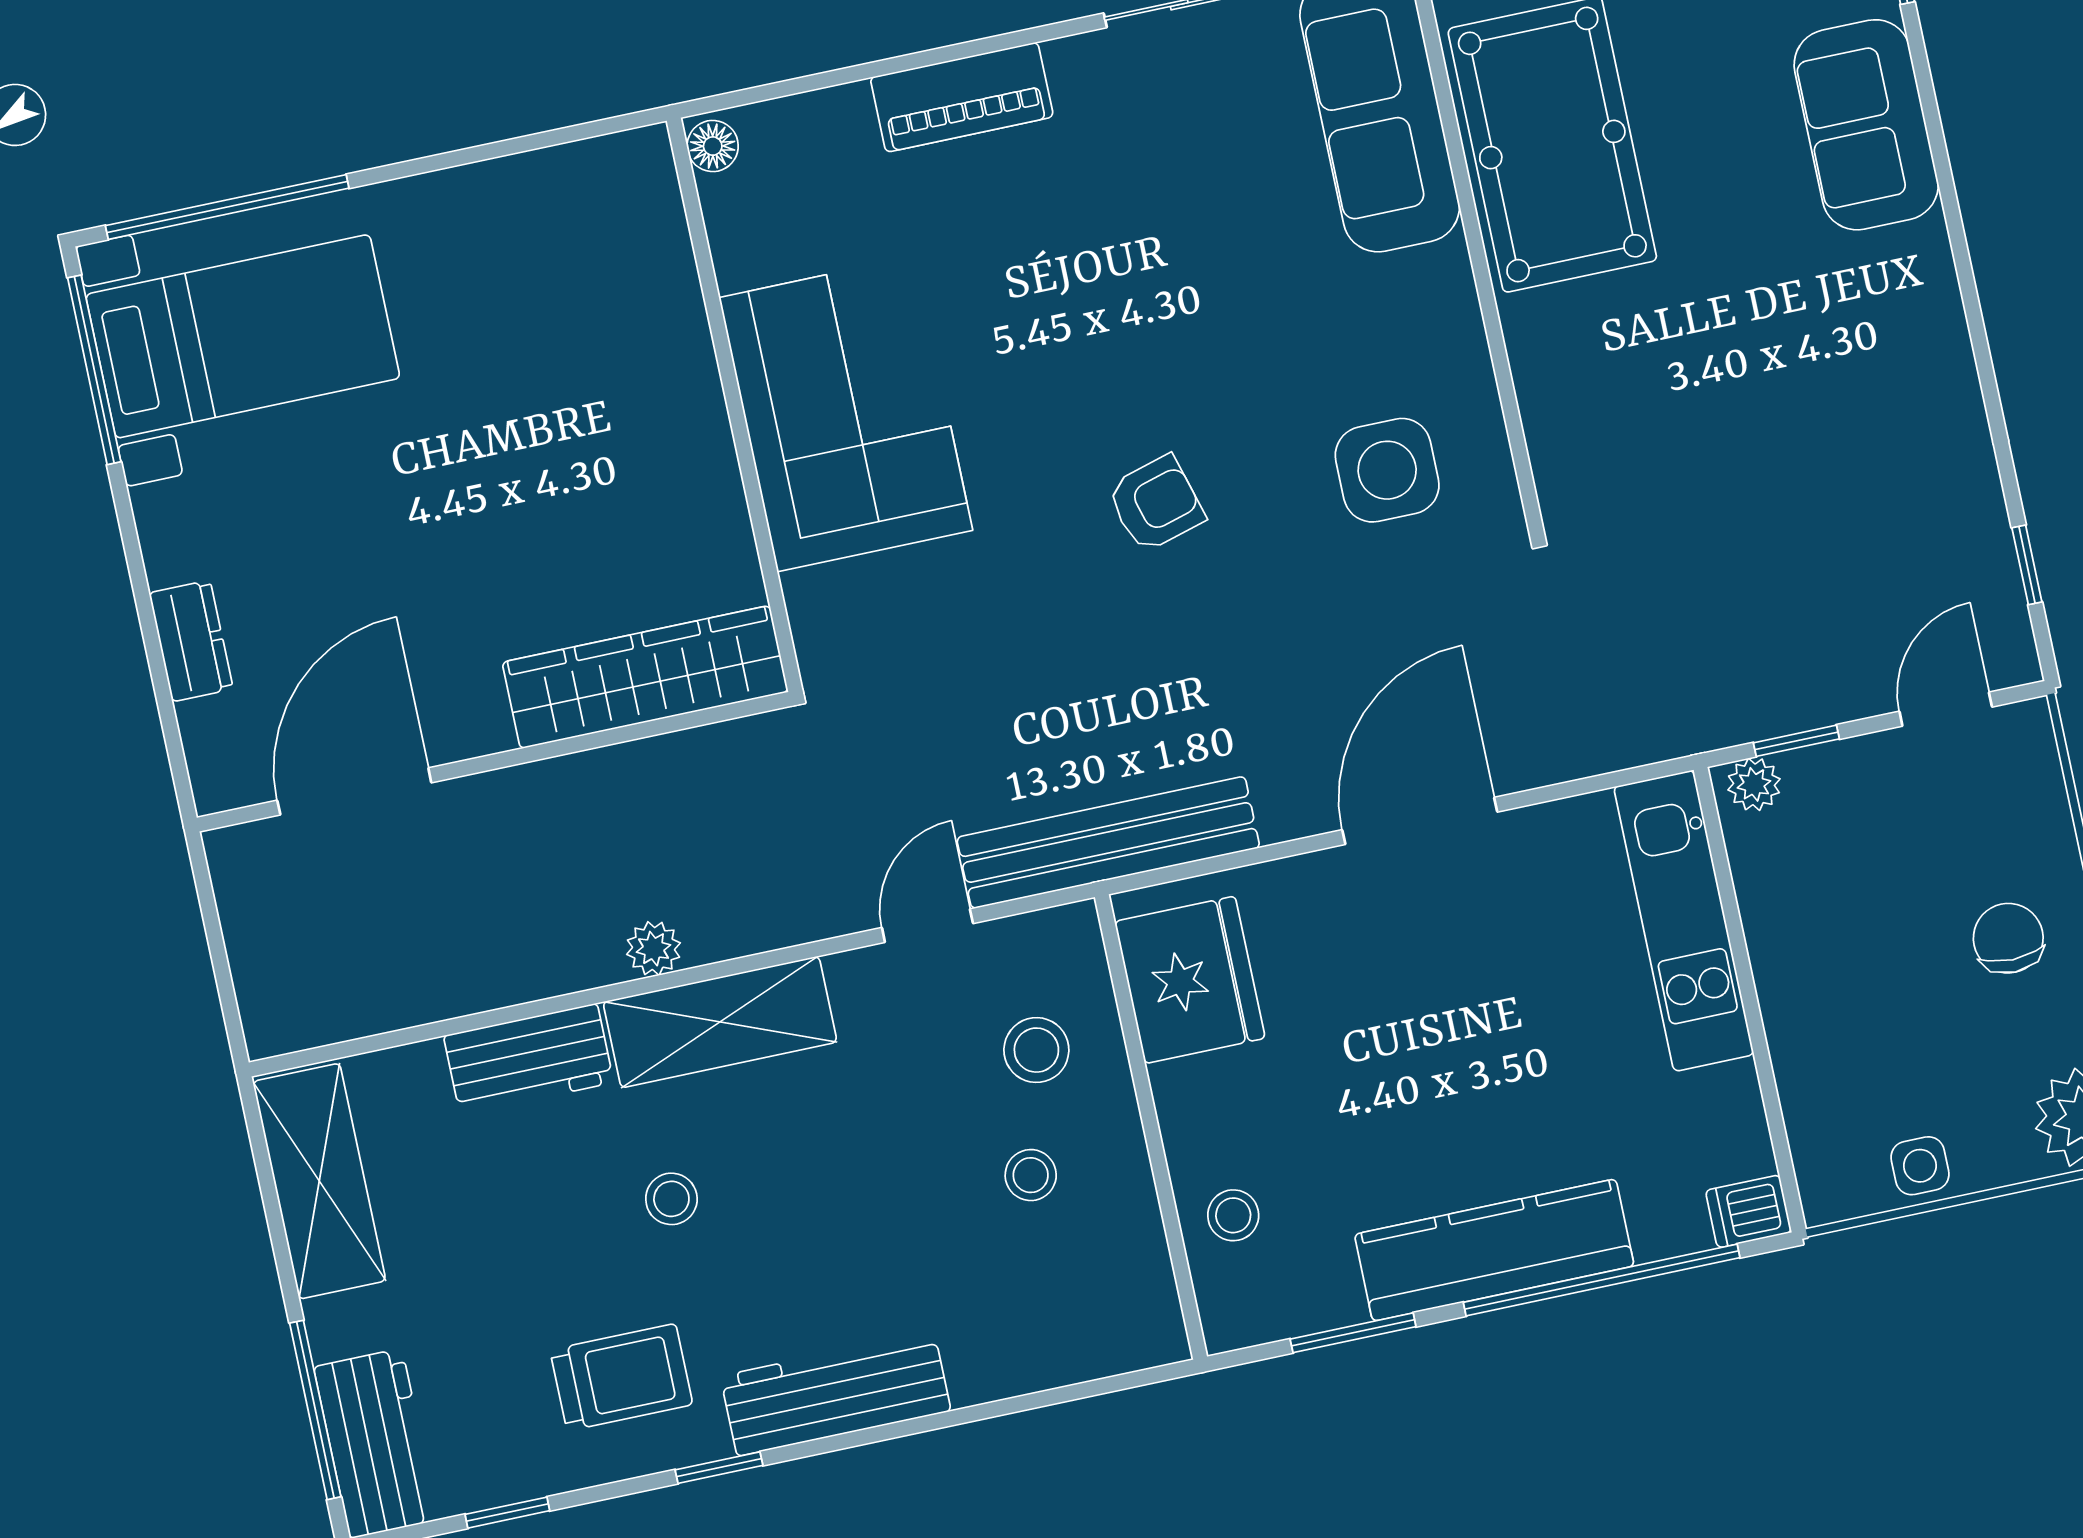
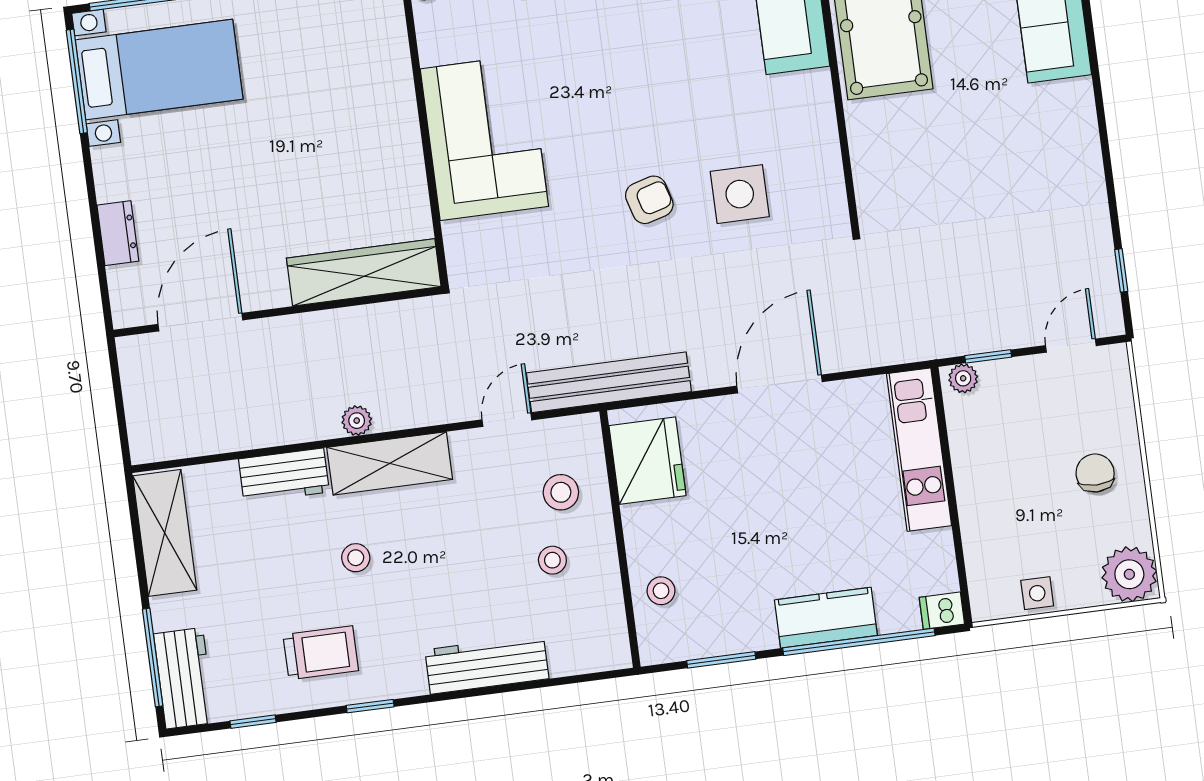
side table: (1387, 470) -> (740, 194), moved
kitchen counter: (1494, 1250) -> (826, 618), width x0.67
workbench: (836, 1394) -> (487, 664), moved

